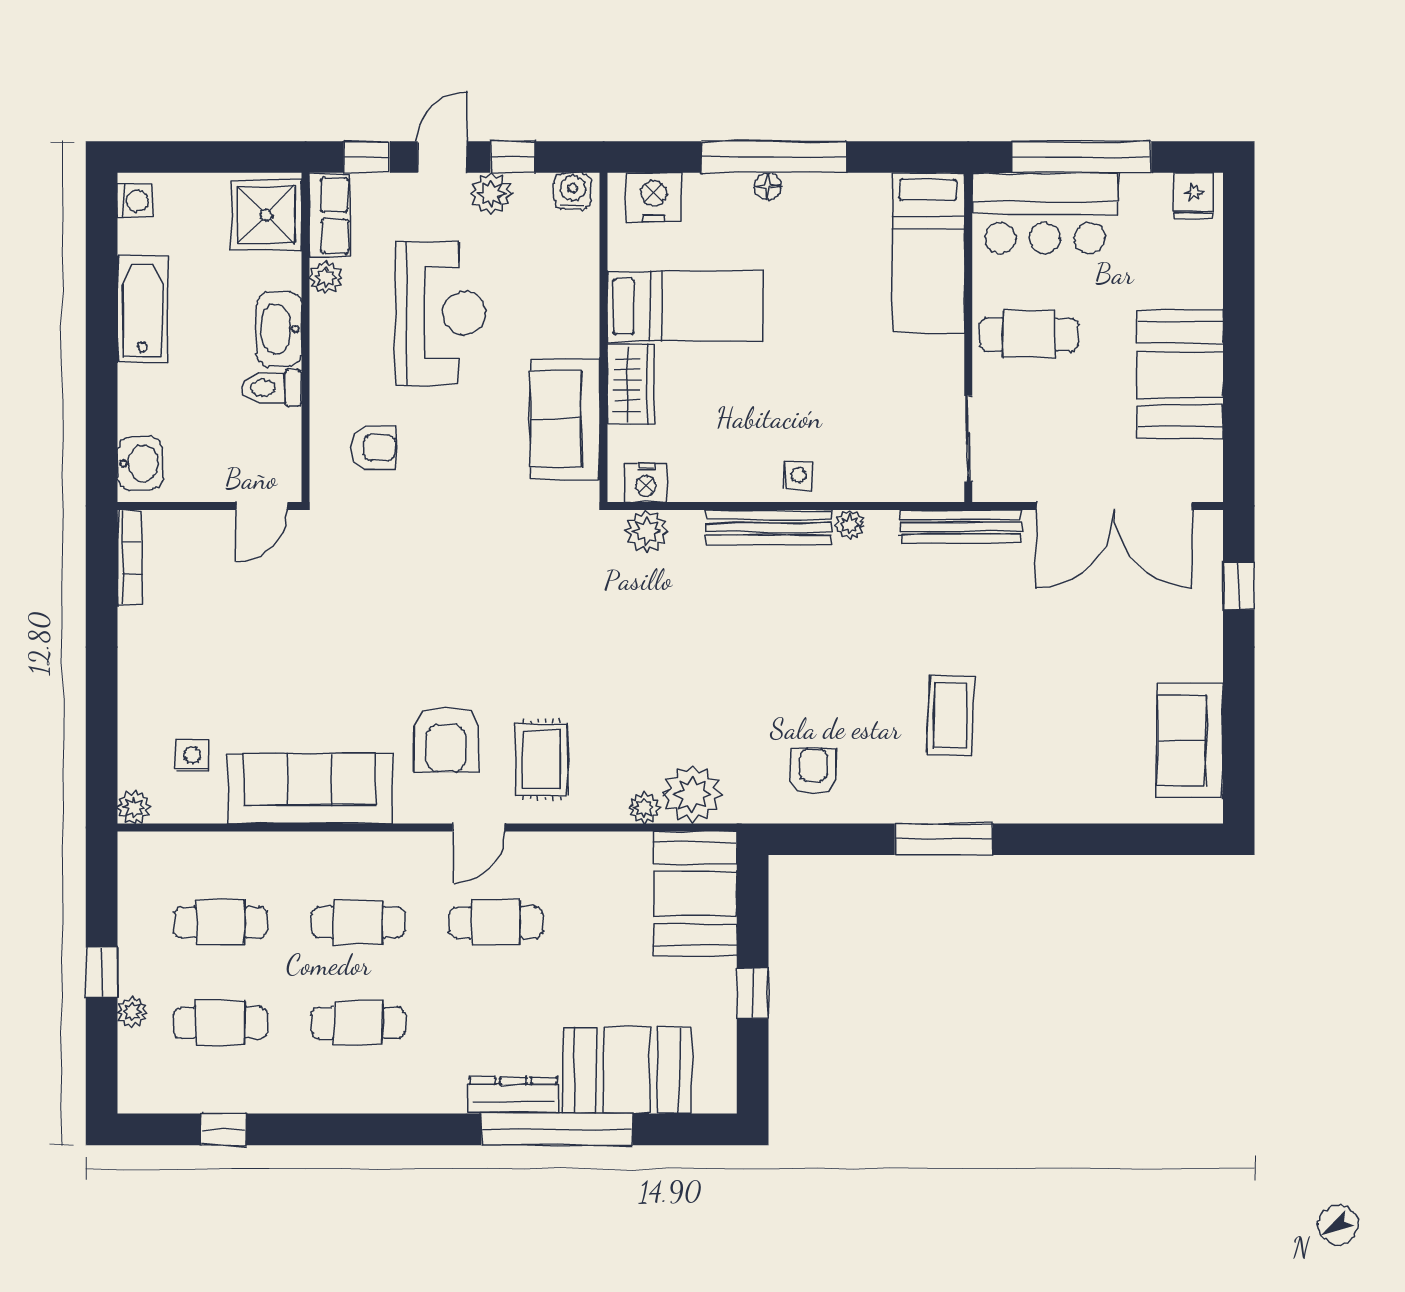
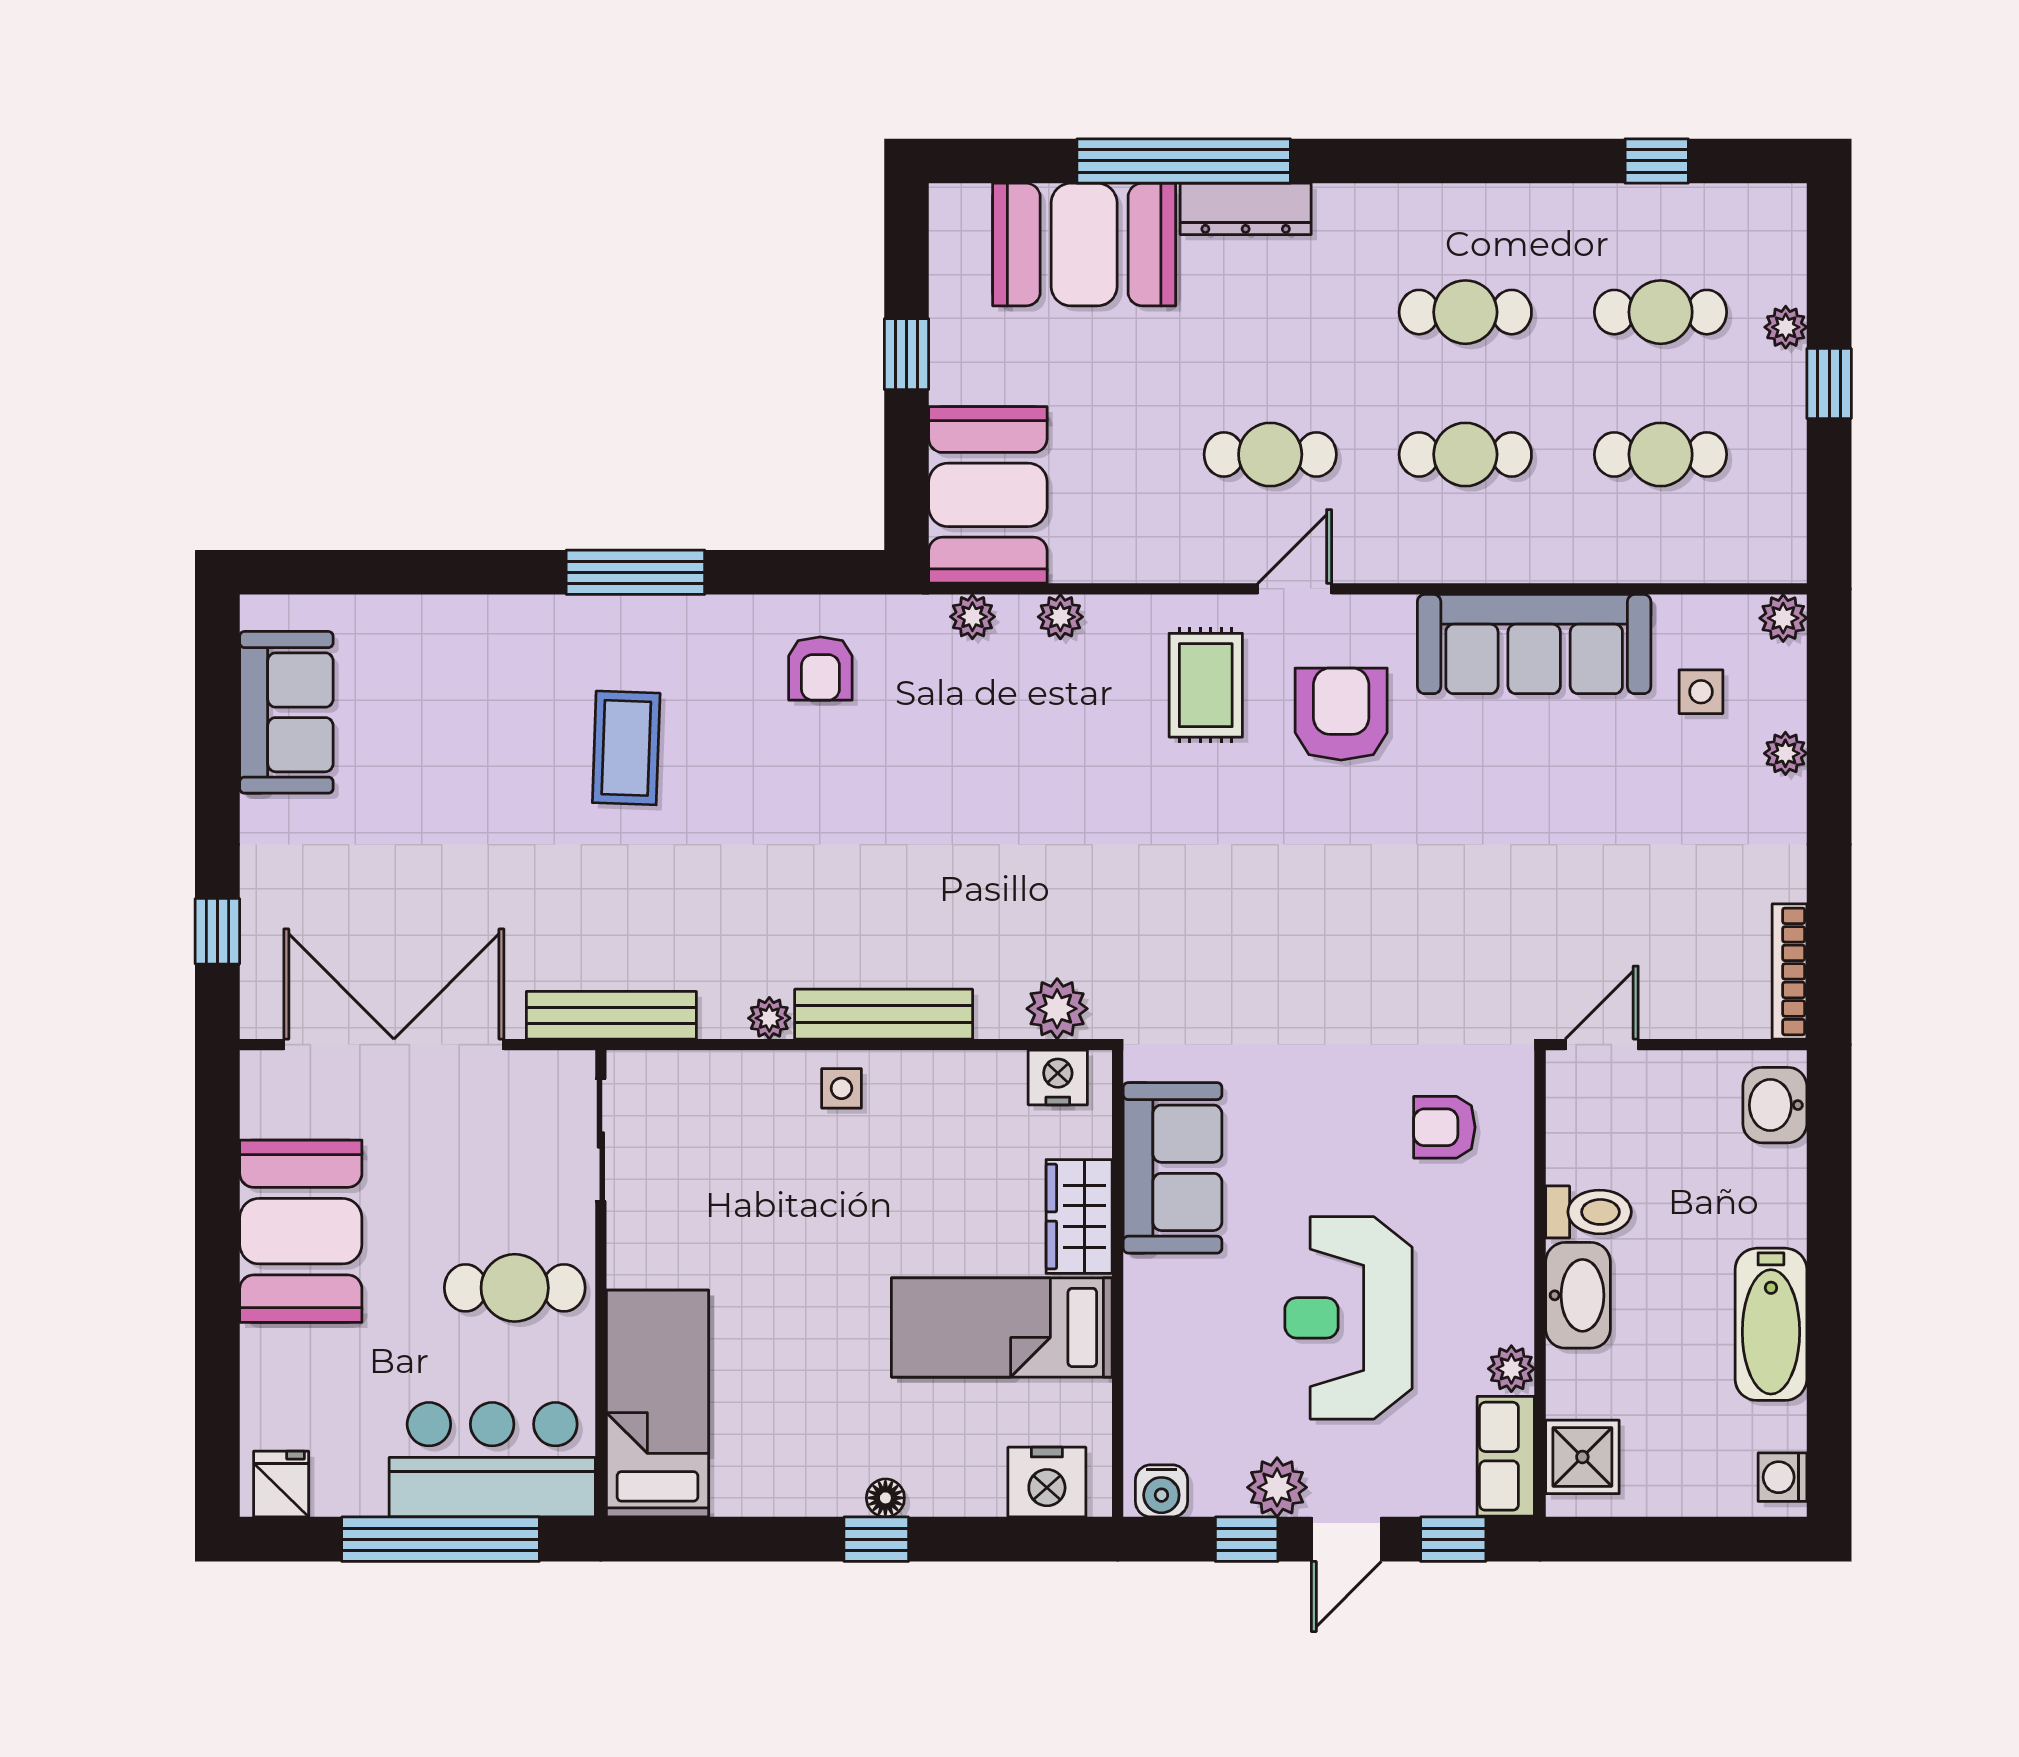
window: (774, 157) -> (876, 1539), width x0.32
shower: (266, 215) -> (1582, 1457), width x0.73, depth x0.73
plant: (132, 711) -> (1785, 753), added
plant: (692, 794) -> (972, 617), width x0.53, depth x0.53

